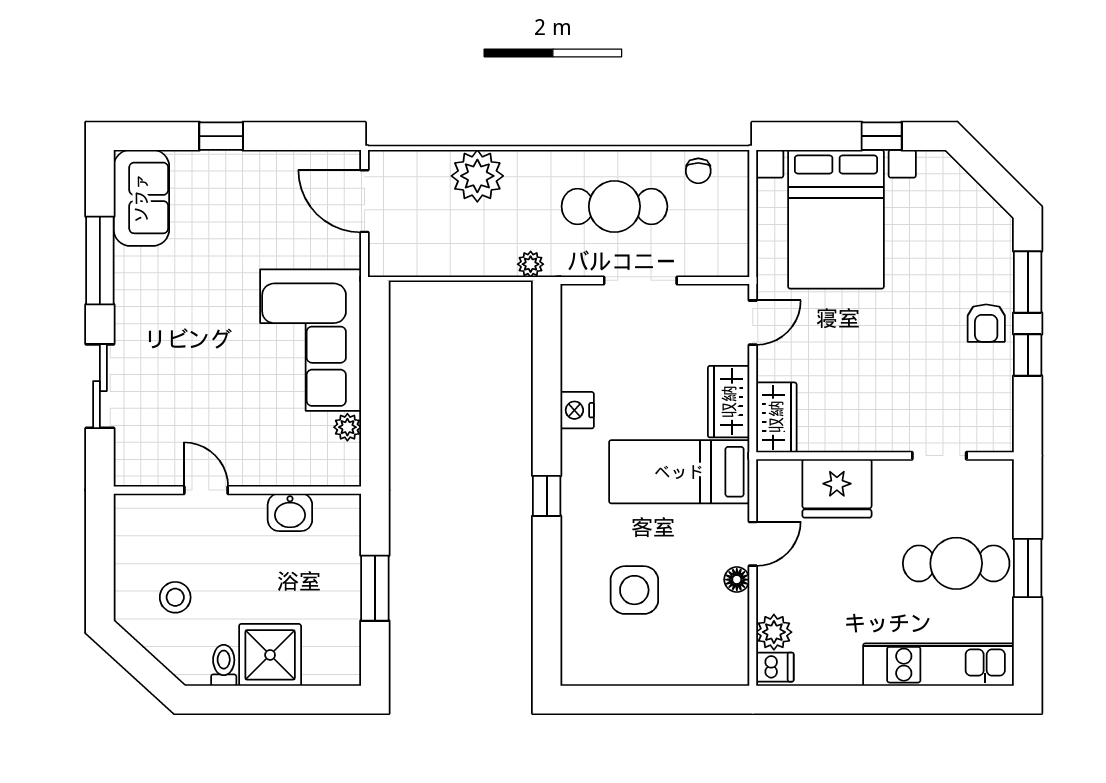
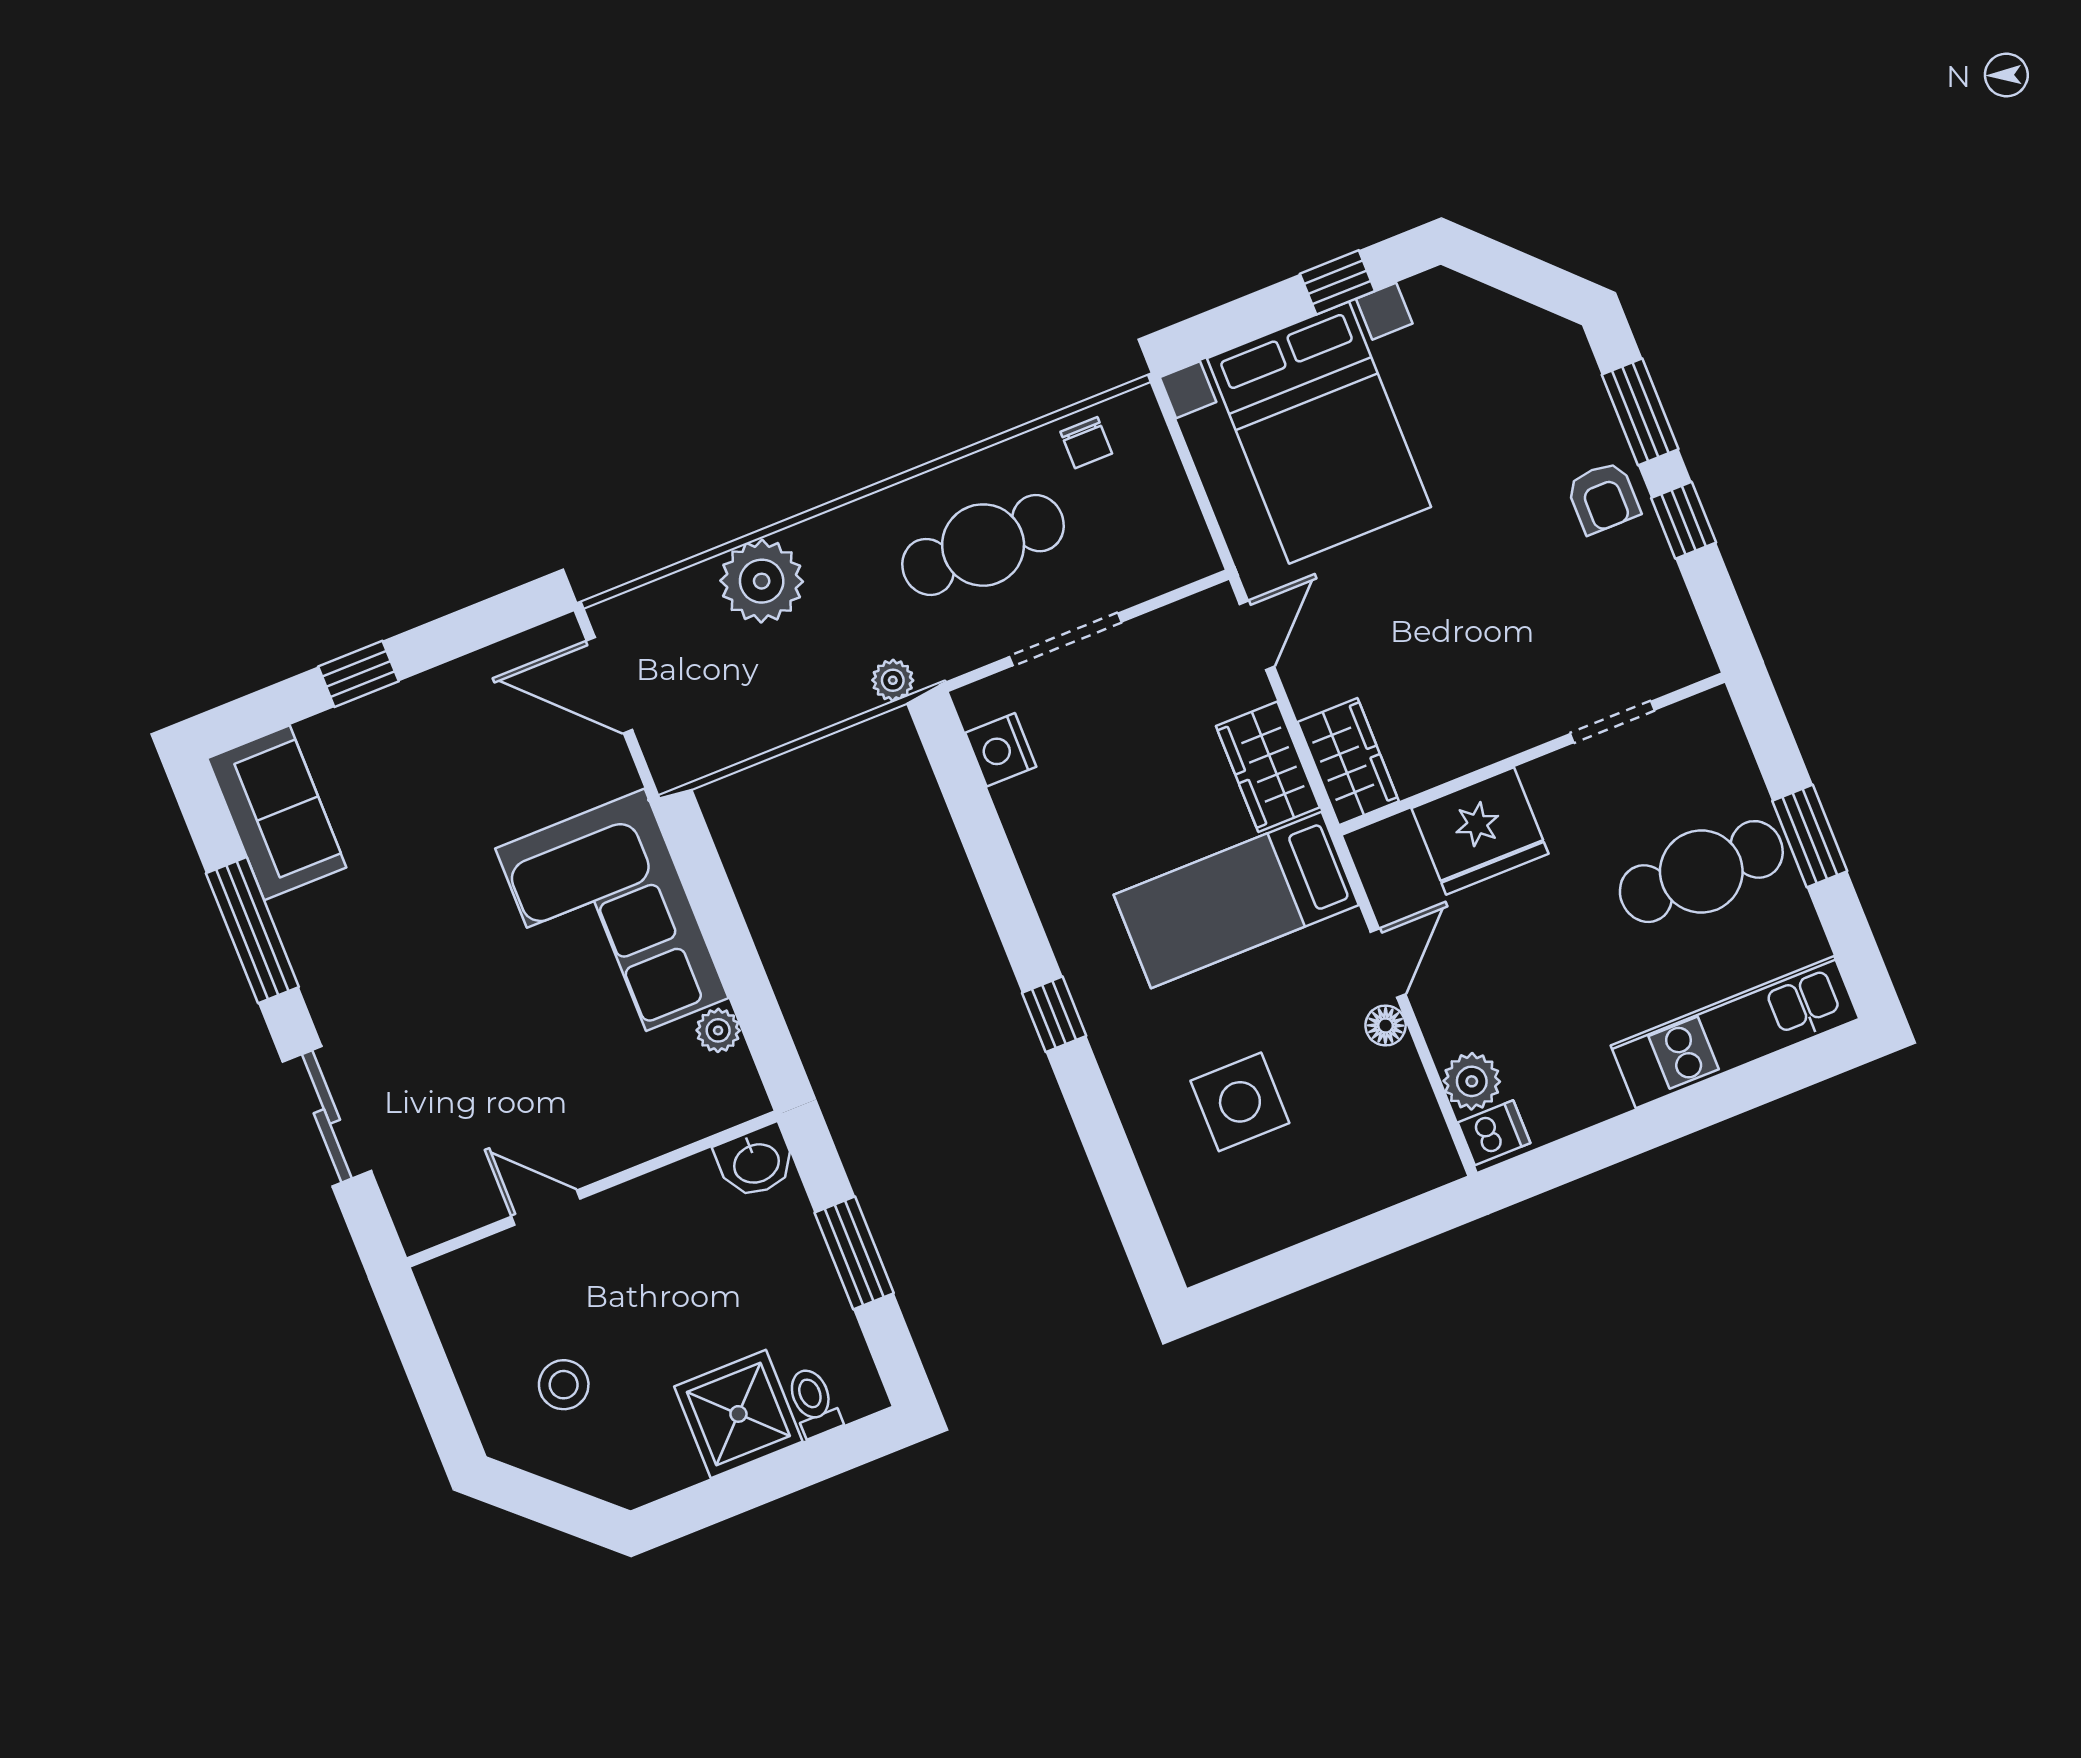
nightstand: (577, 410) -> (1001, 750), moved
washbasin: (290, 512) -> (756, 1162), moved
toilet: (224, 665) -> (813, 1402), moved

